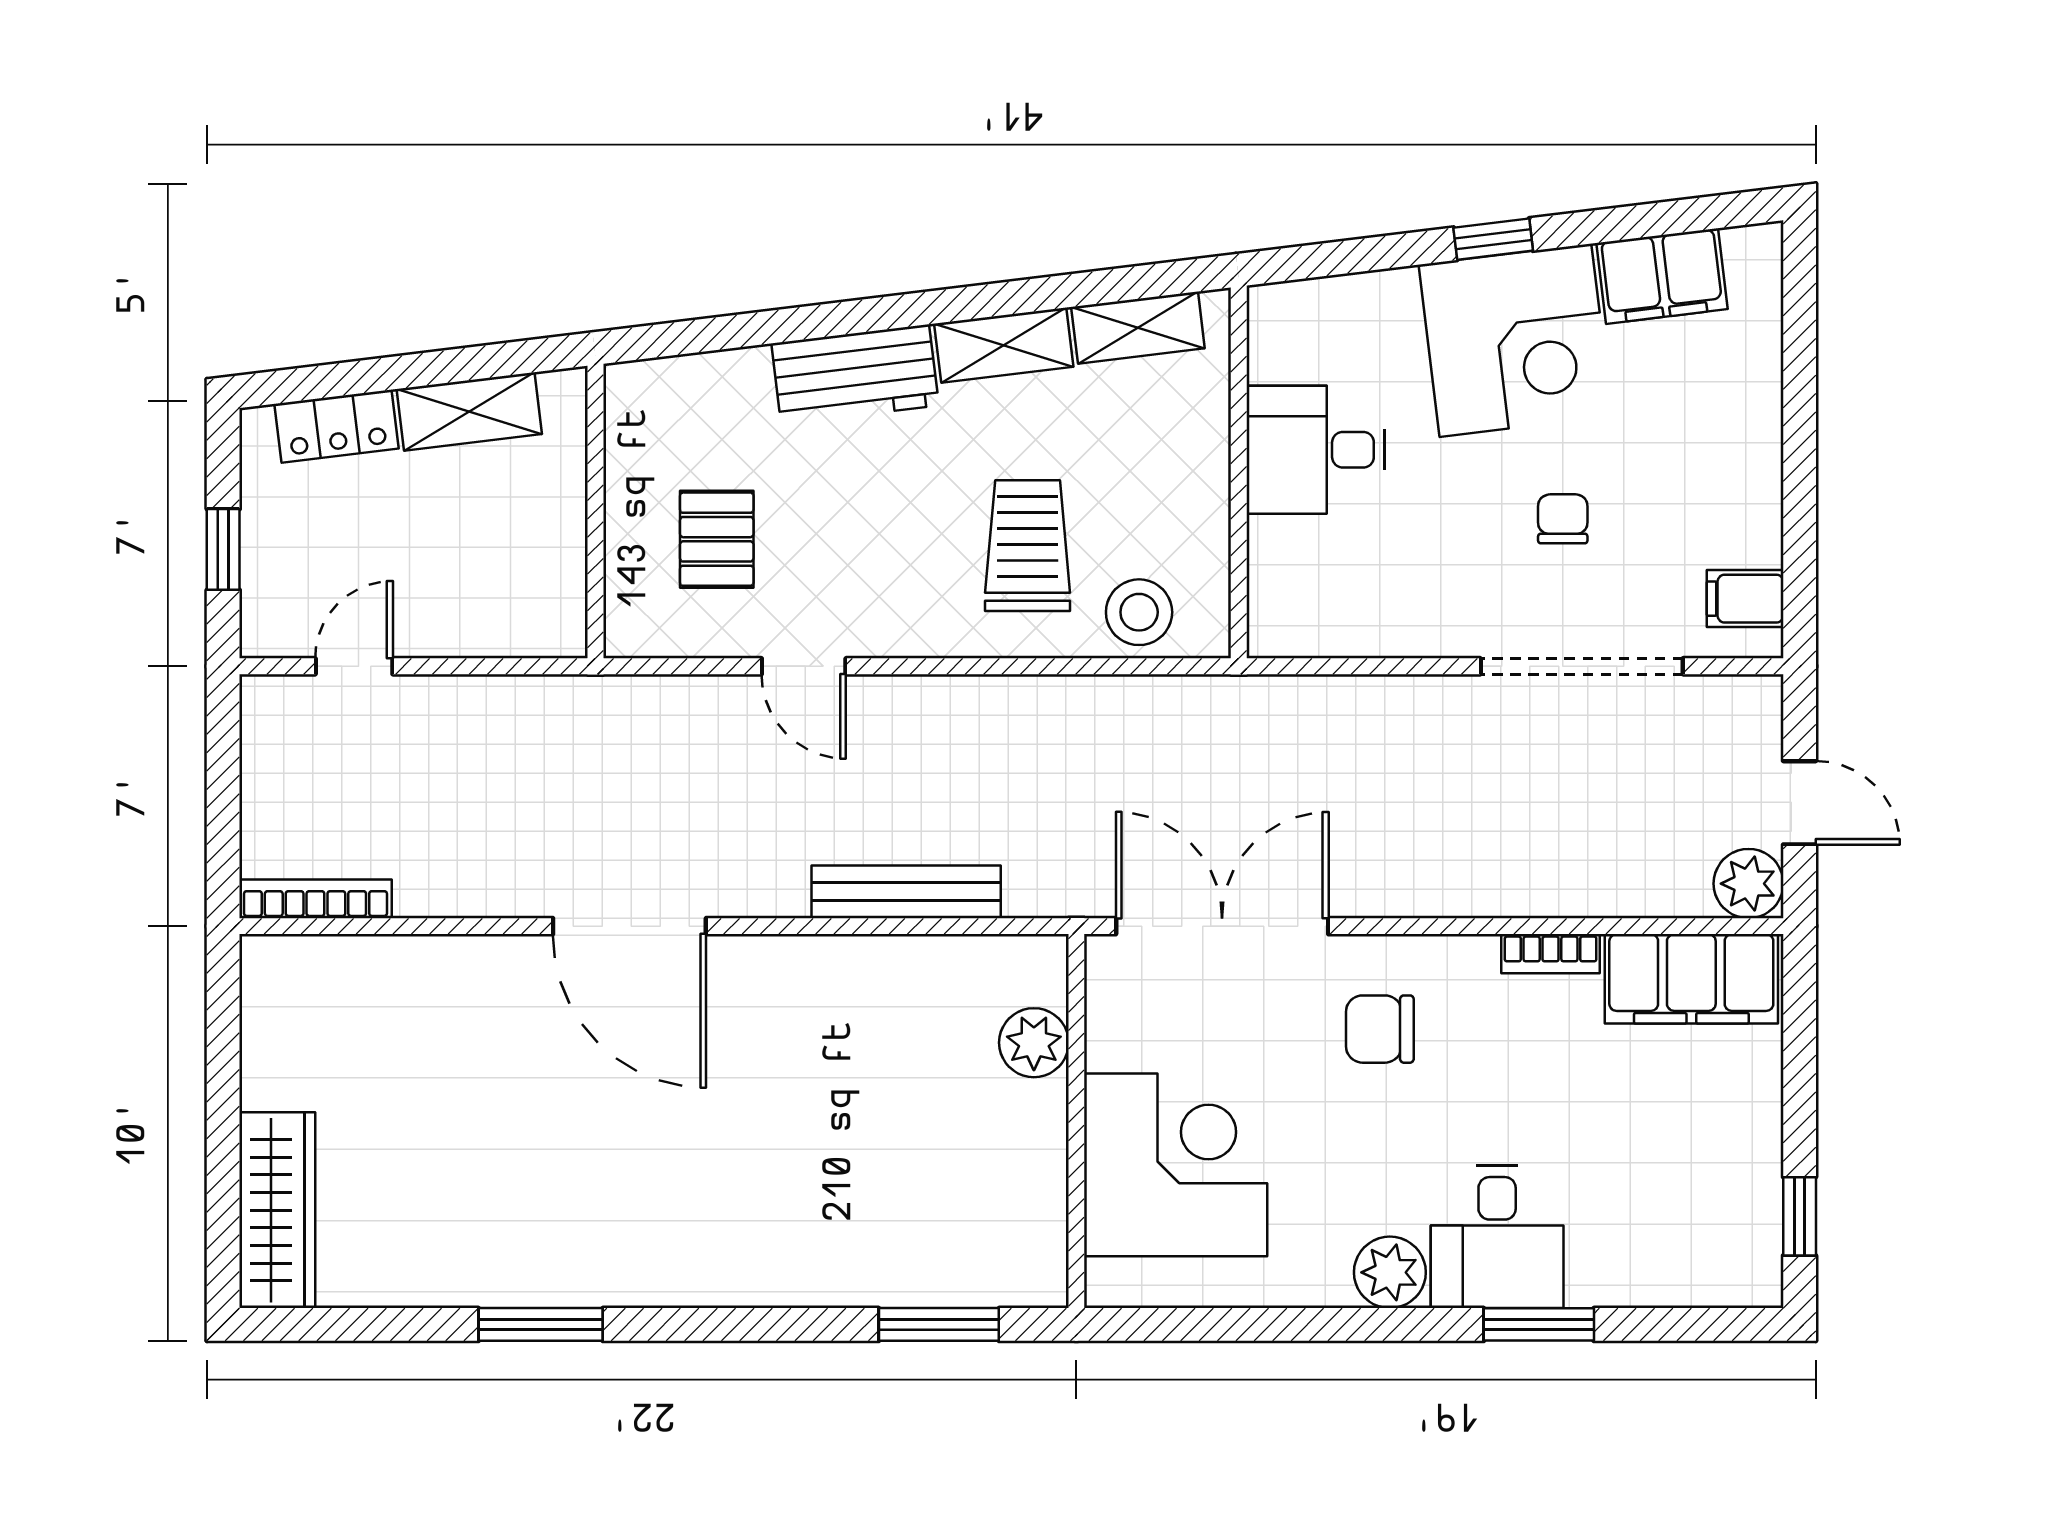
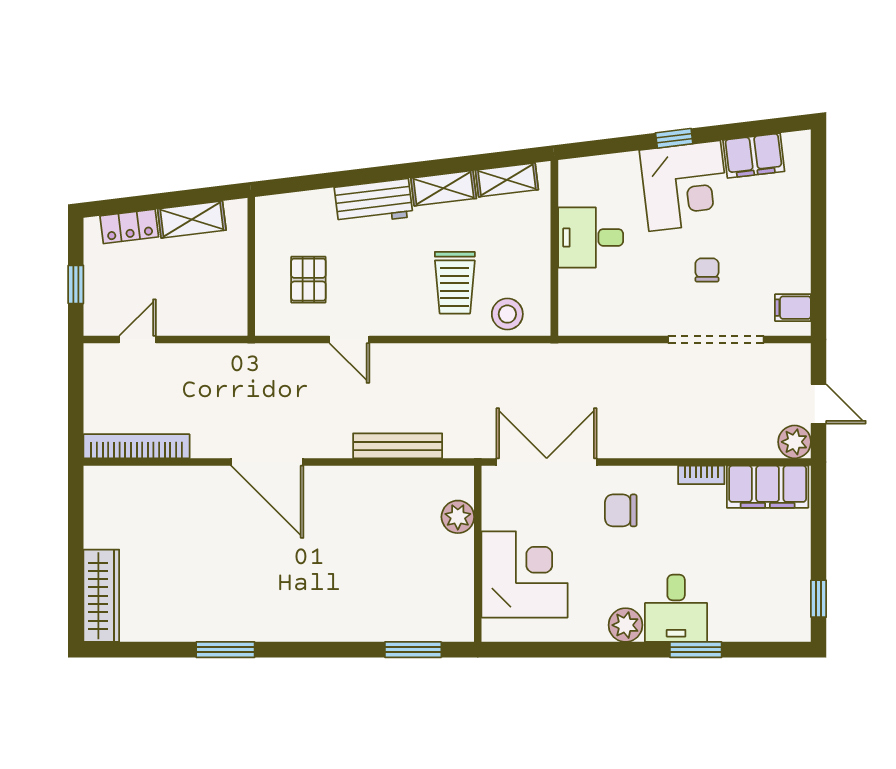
trolley: (1028, 546) -> (455, 283), turned 180
bookcase: (315, 899) -> (137, 446), width x1.48, depth x1.31

